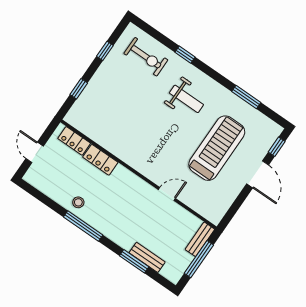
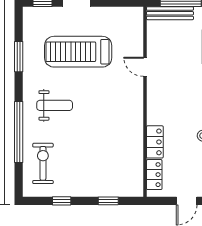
window: (185, 55) -> (19, 132), width x3.17
weight bench: (186, 99) -> (55, 105), turned 90
bench: (200, 239) -> (170, 13), width x1.36

